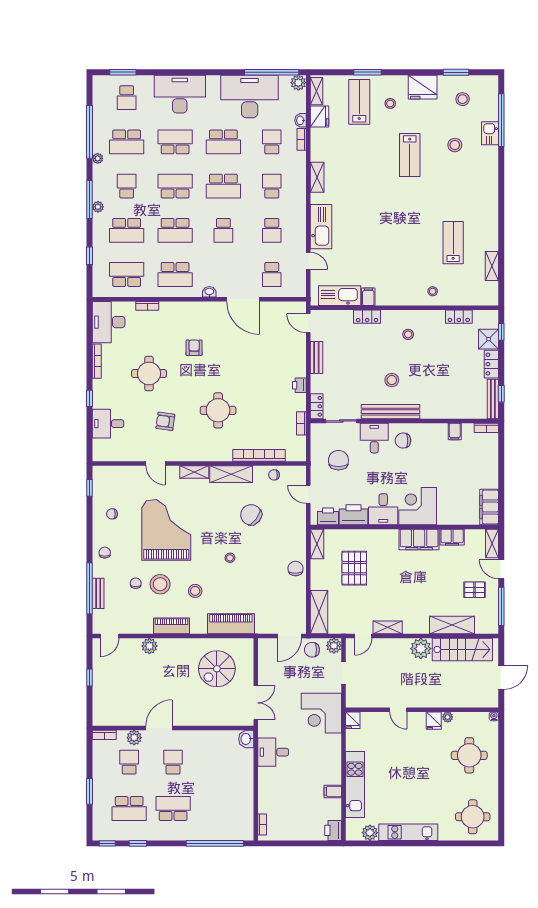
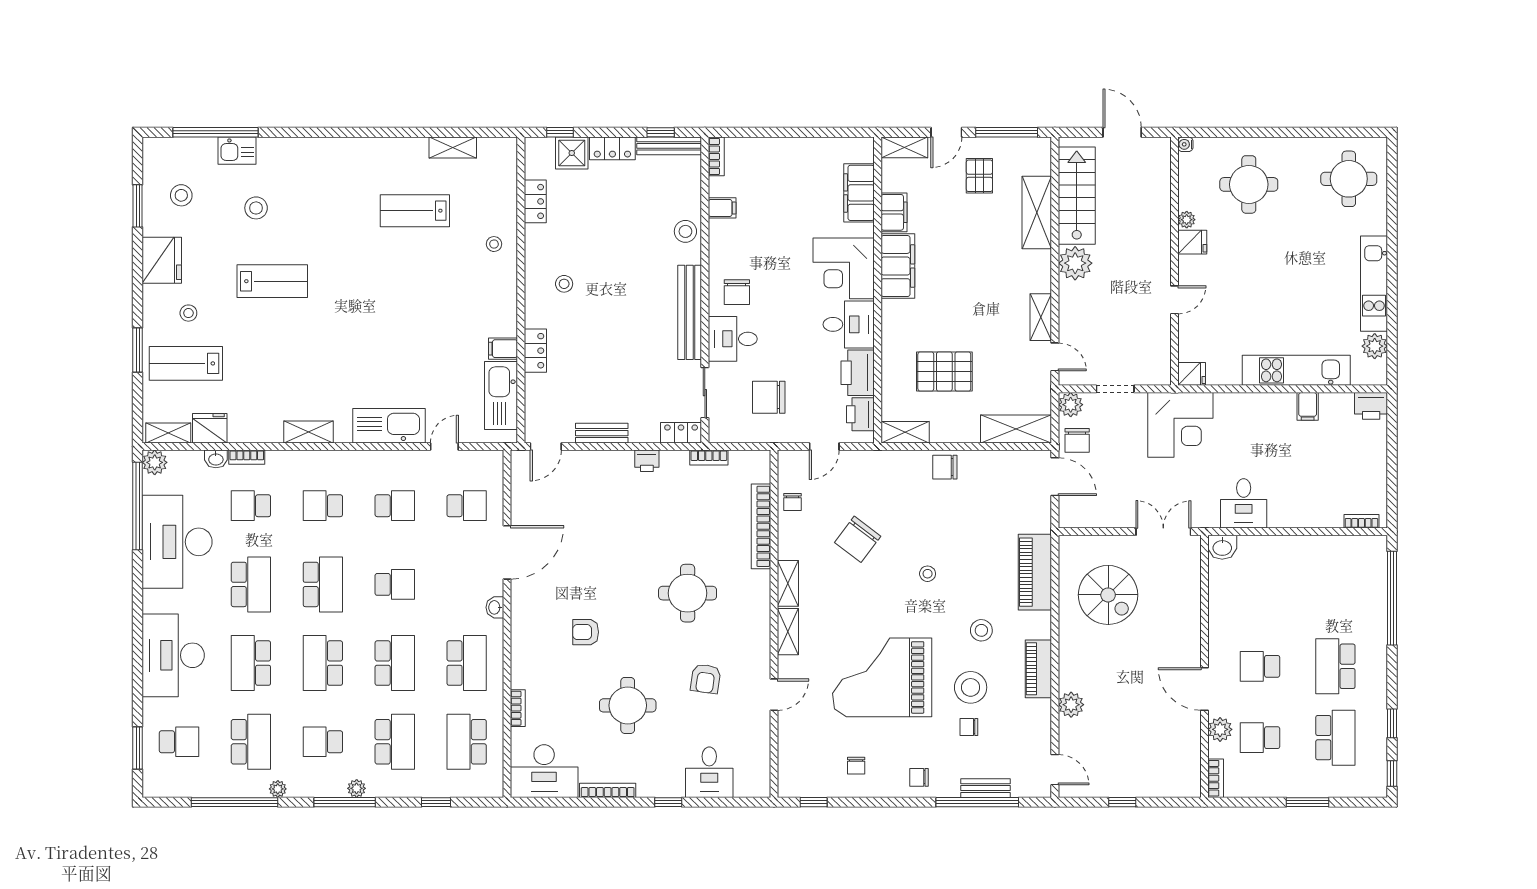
stool: (392, 380) -> (685, 231), moved
shelving: (231, 474) -> (788, 583), width x0.67, depth x0.75
filing cabinet: (489, 507) -> (859, 193), moved, turned 90

